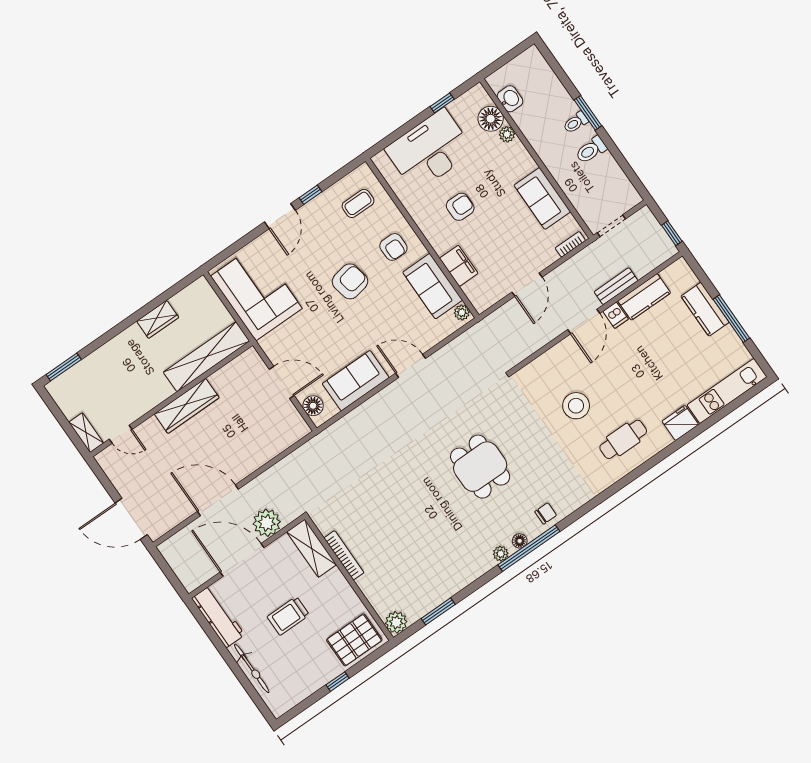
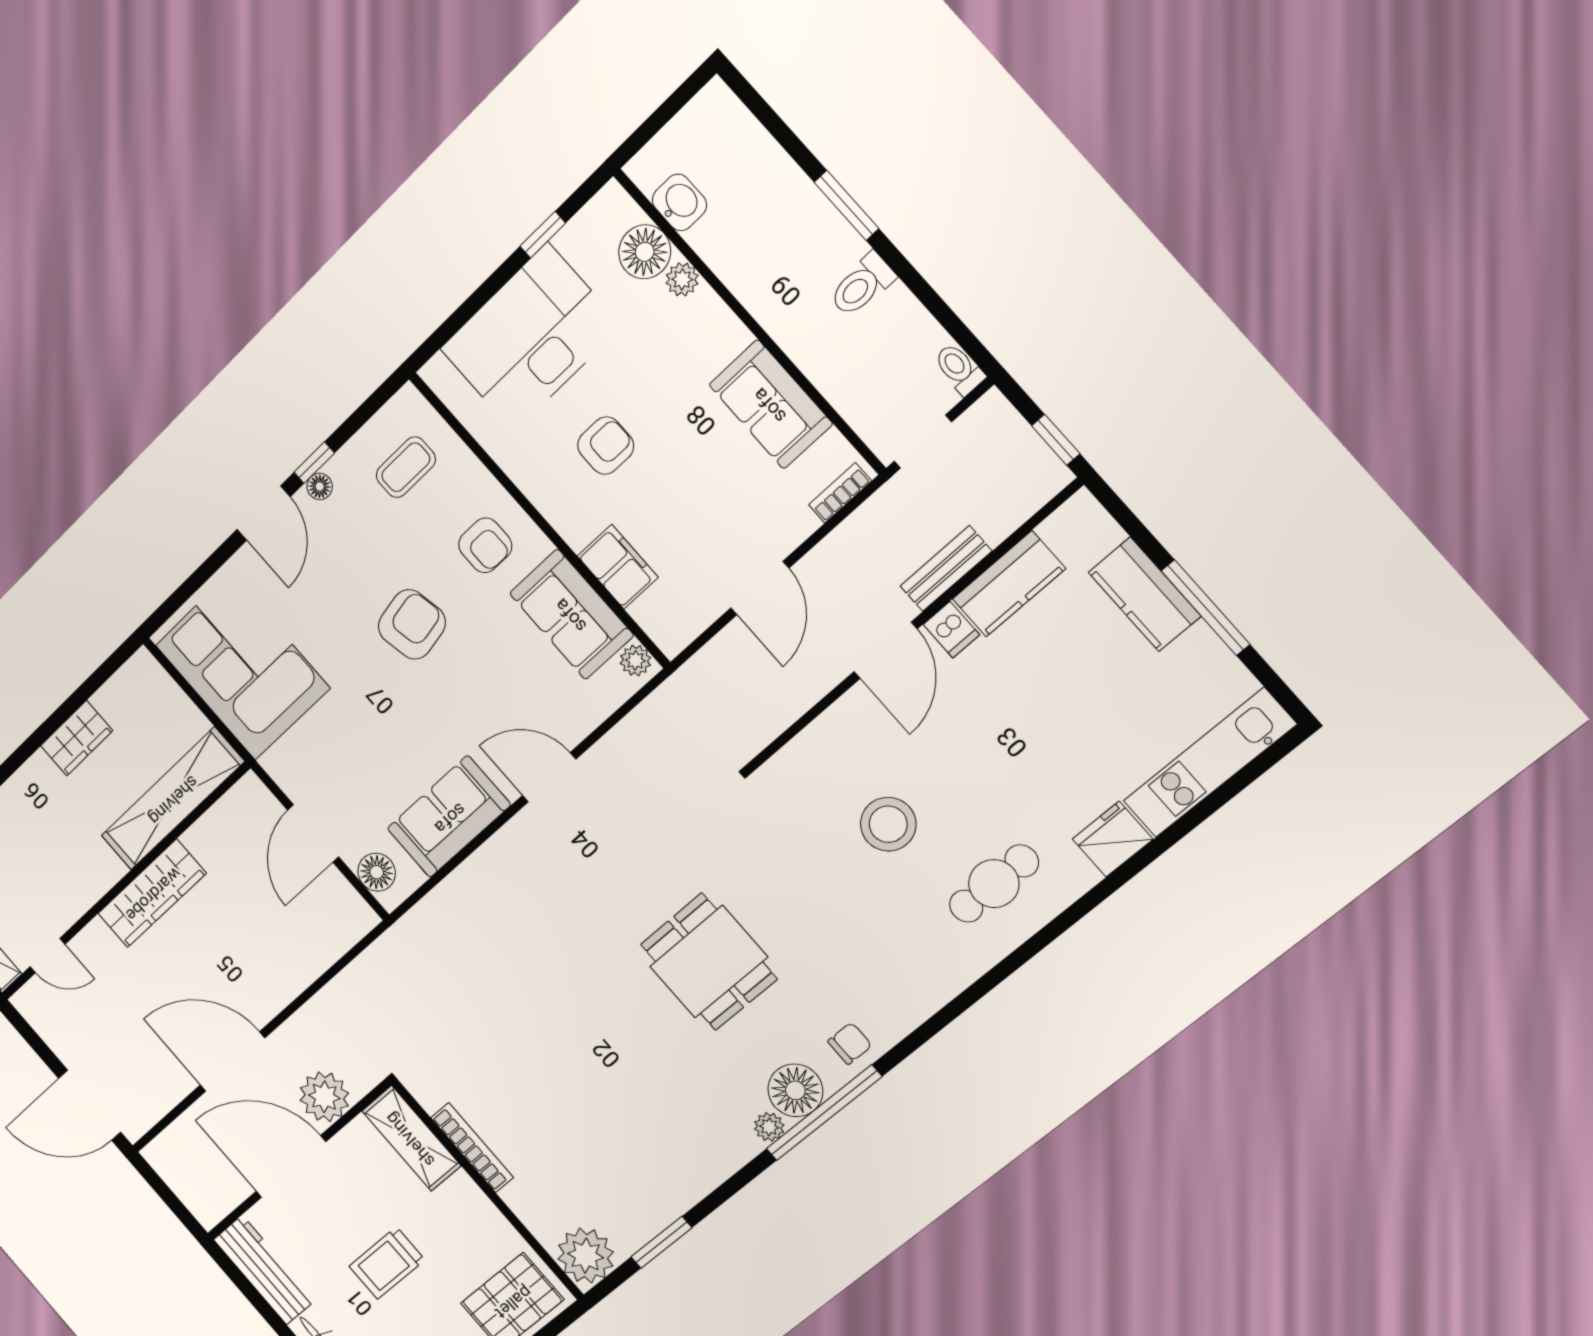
toilet: (576, 122) -> (959, 369), moved, turned 90
floor lamp: (312, 207) -> (320, 486), added
door: (282, 382) -> (313, 833), swing flipped
floor lamp: (520, 541) -> (795, 1090), width x1.89, depth x1.89
plant: (396, 622) -> (586, 1256), width x1.36, depth x1.36

